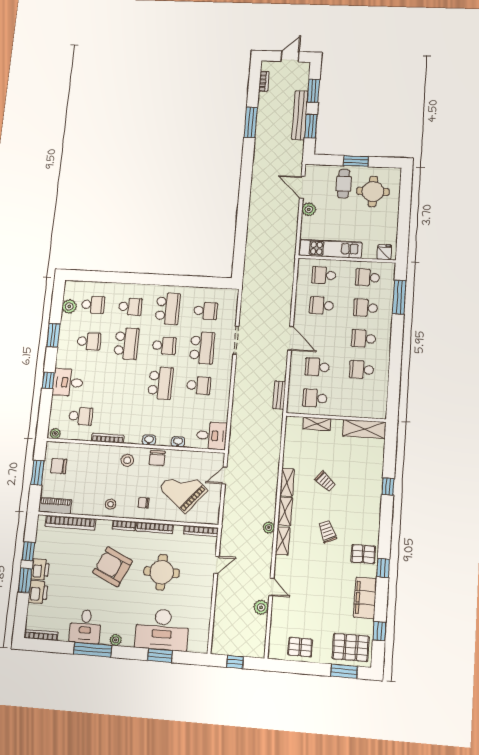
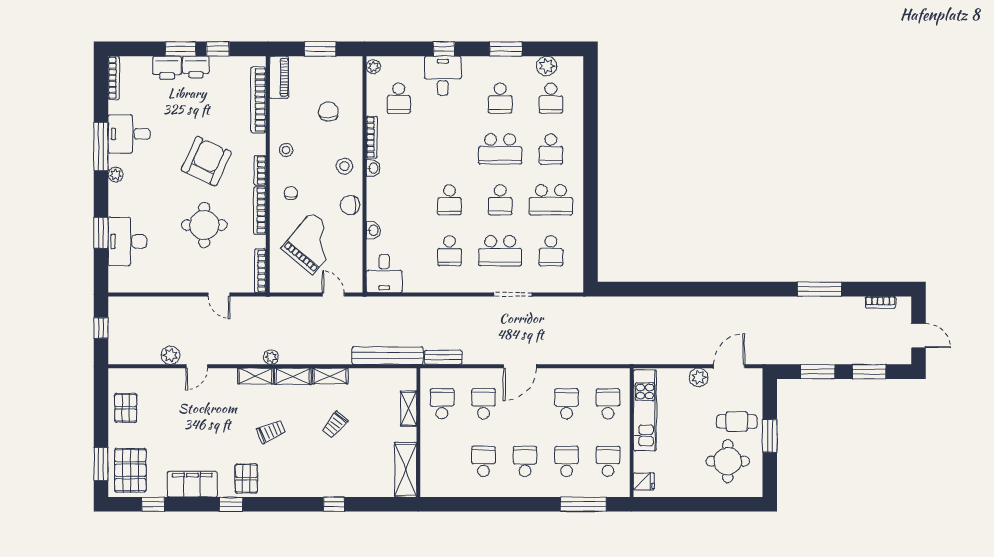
bench: (300, 115) -> (388, 356), moved
school desk: (161, 383) -> (449, 200), width x0.54
washbasin: (149, 440) -> (373, 168), moved
chair: (59, 466) -> (328, 112), moved
desk: (162, 630) -> (127, 241), width x0.73, depth x0.77

